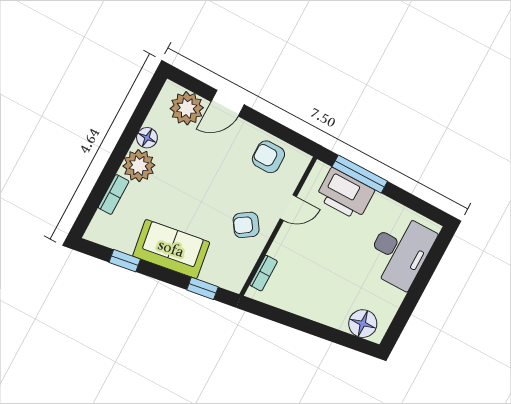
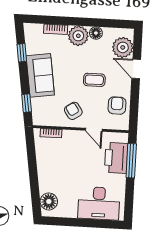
coffee table: (215, 172) -> (94, 80), added

